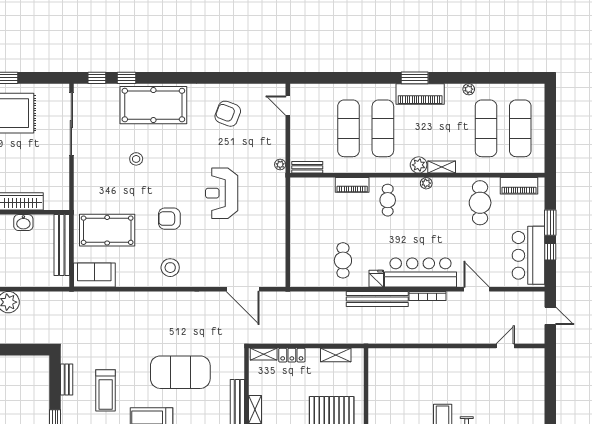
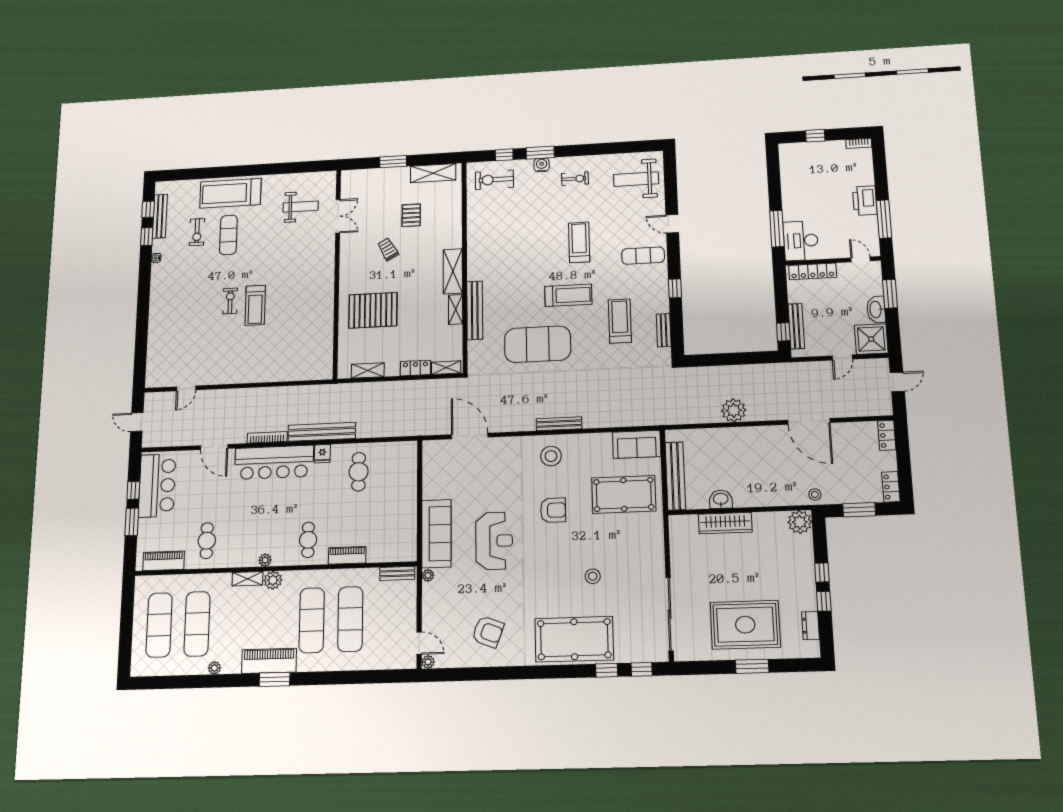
plant: (280, 89) -> (428, 662), added
sofa: (273, 201) -> (436, 534), added
cafe table: (480, 203) -> (207, 541), width x0.73, depth x0.74
bench: (162, 297) -> (559, 424), added

